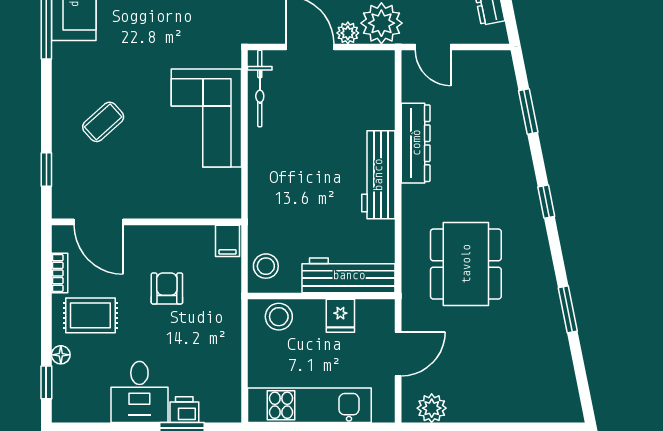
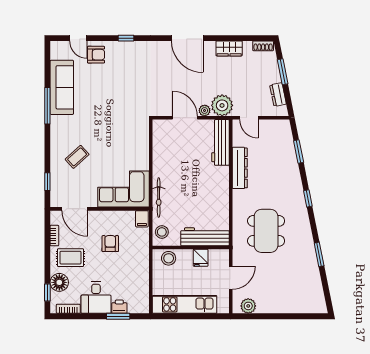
bicycle: (260, 89) -> (159, 197), moved
corner sofa: (206, 118) -> (123, 189), moved, turned 90
workbench: (378, 175) -> (220, 142), moved
floor lamp: (61, 355) -> (59, 282), width x1.89, depth x1.89
bookcase: (86, 414) -> (68, 309), added

